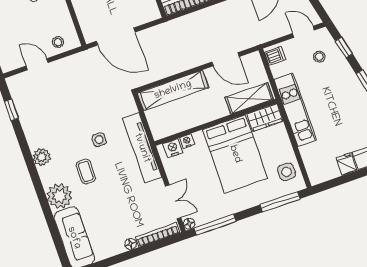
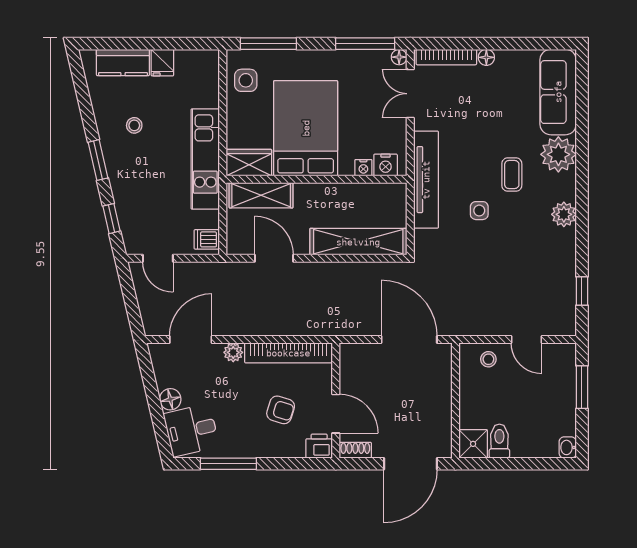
stool: (319, 57) -> (134, 125), moved

